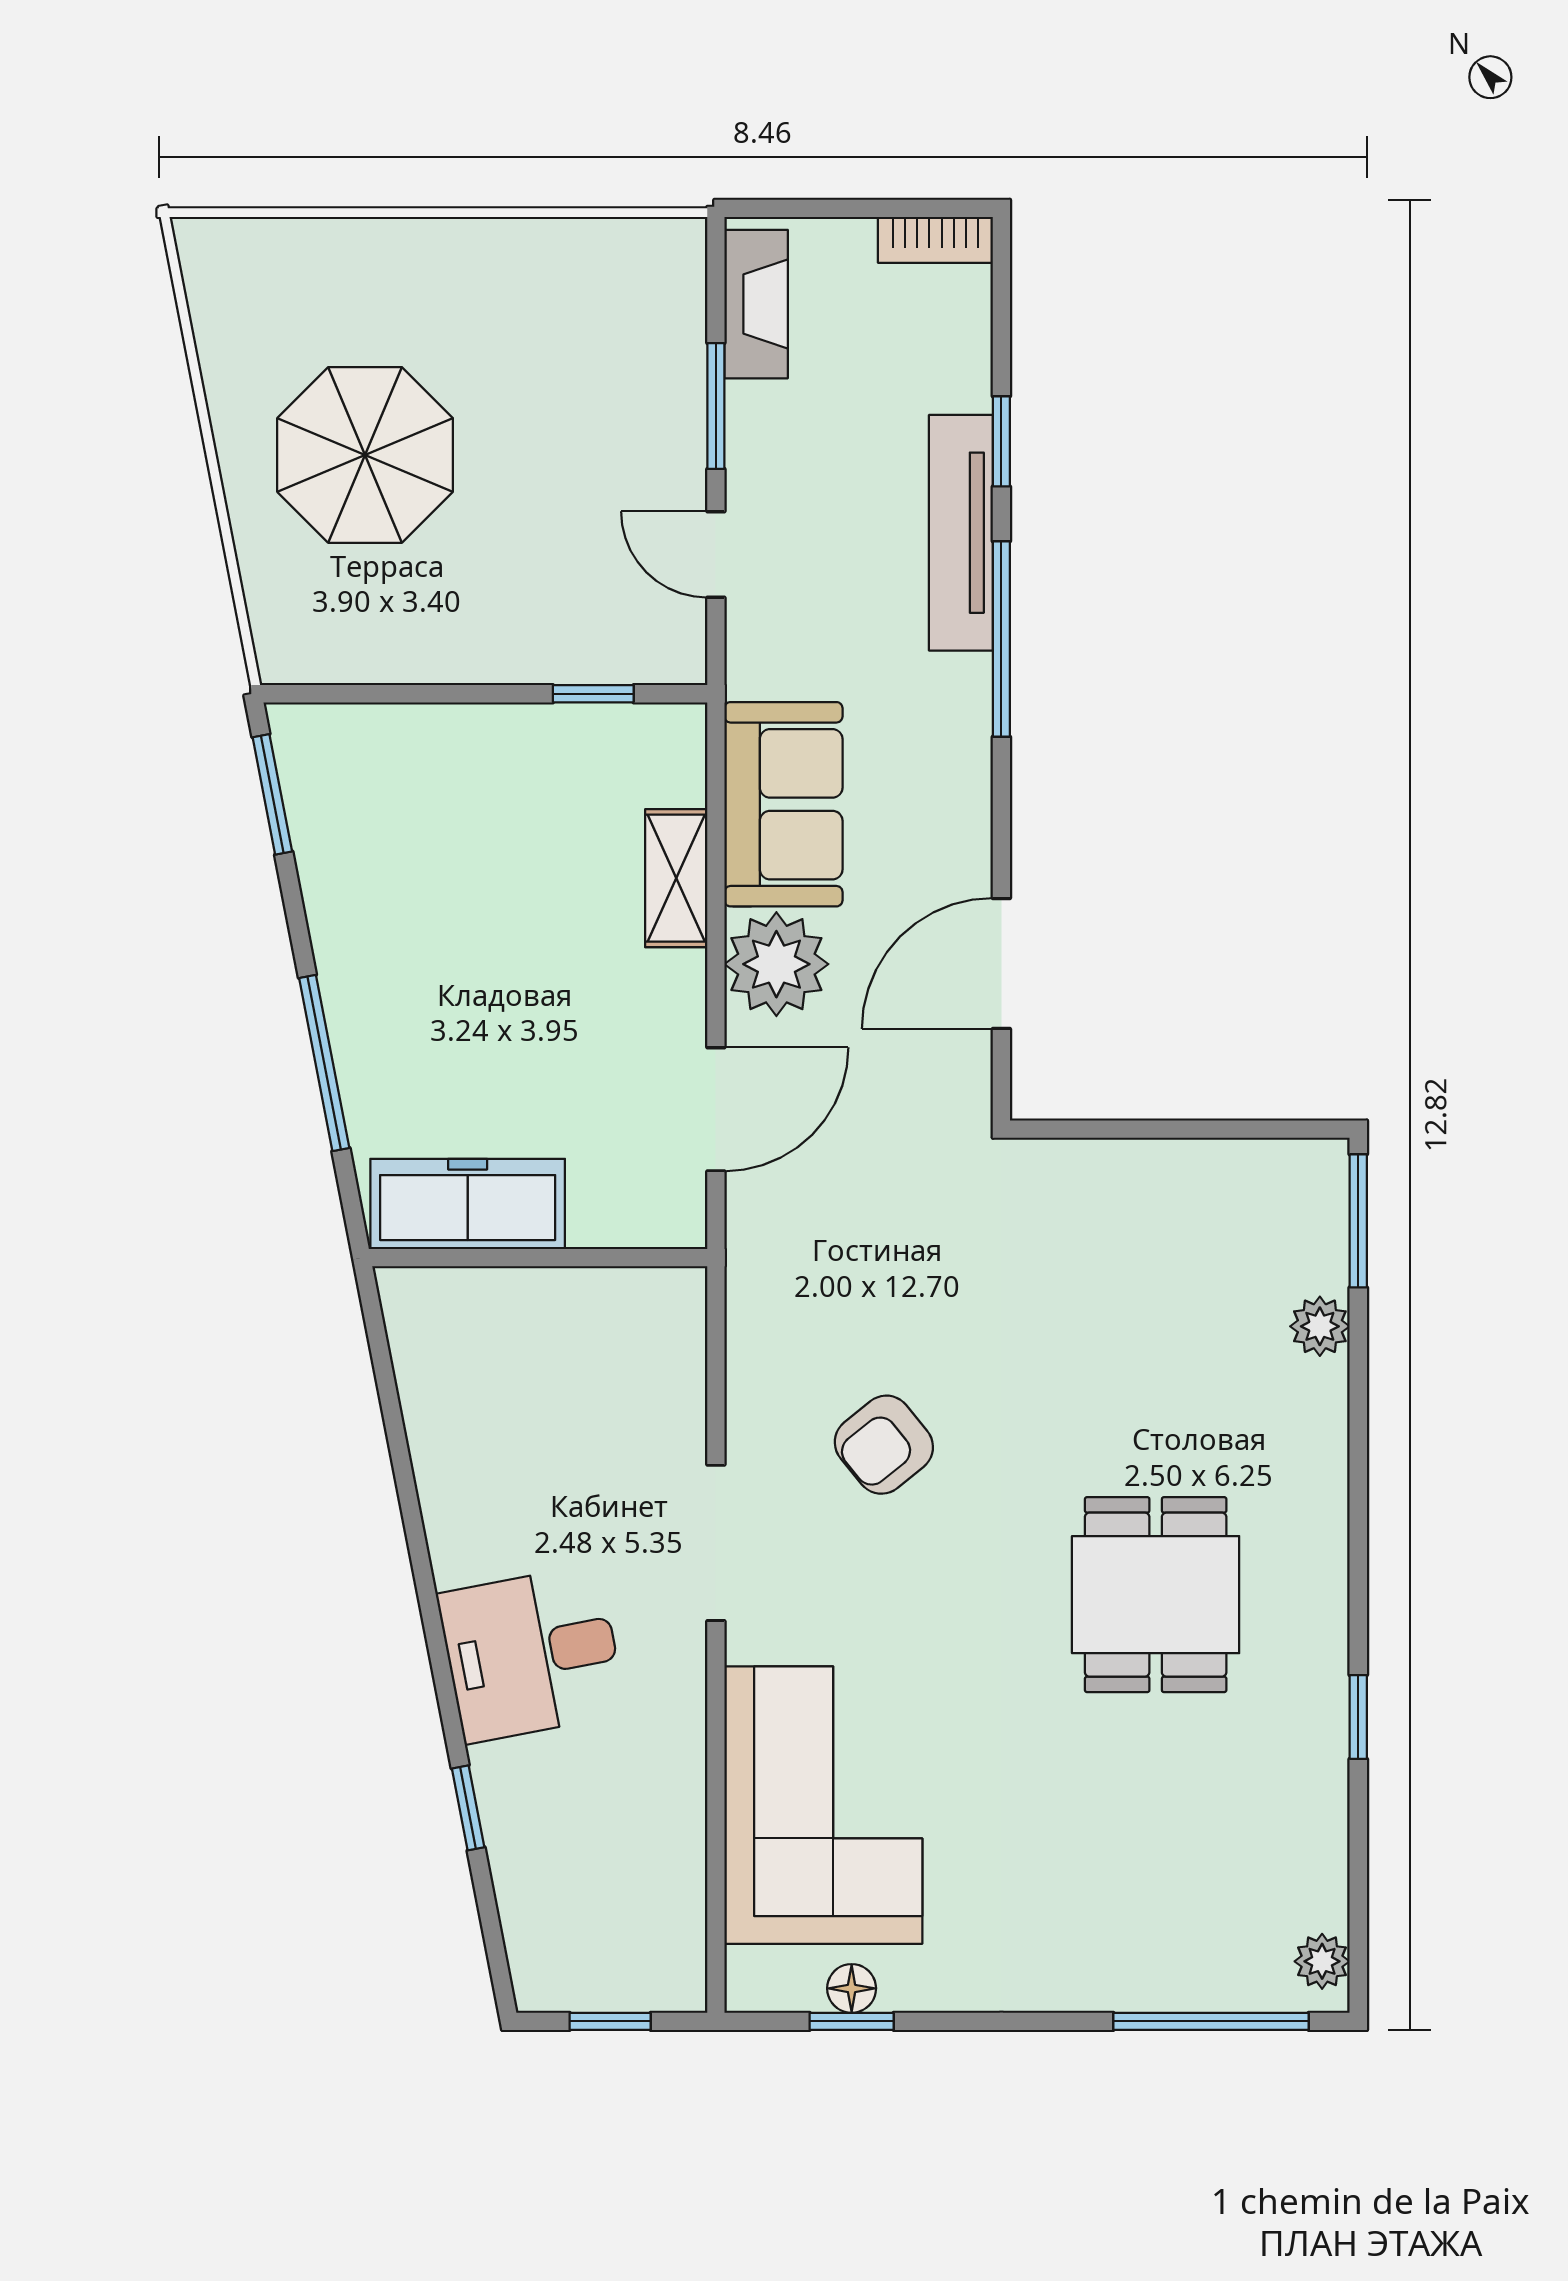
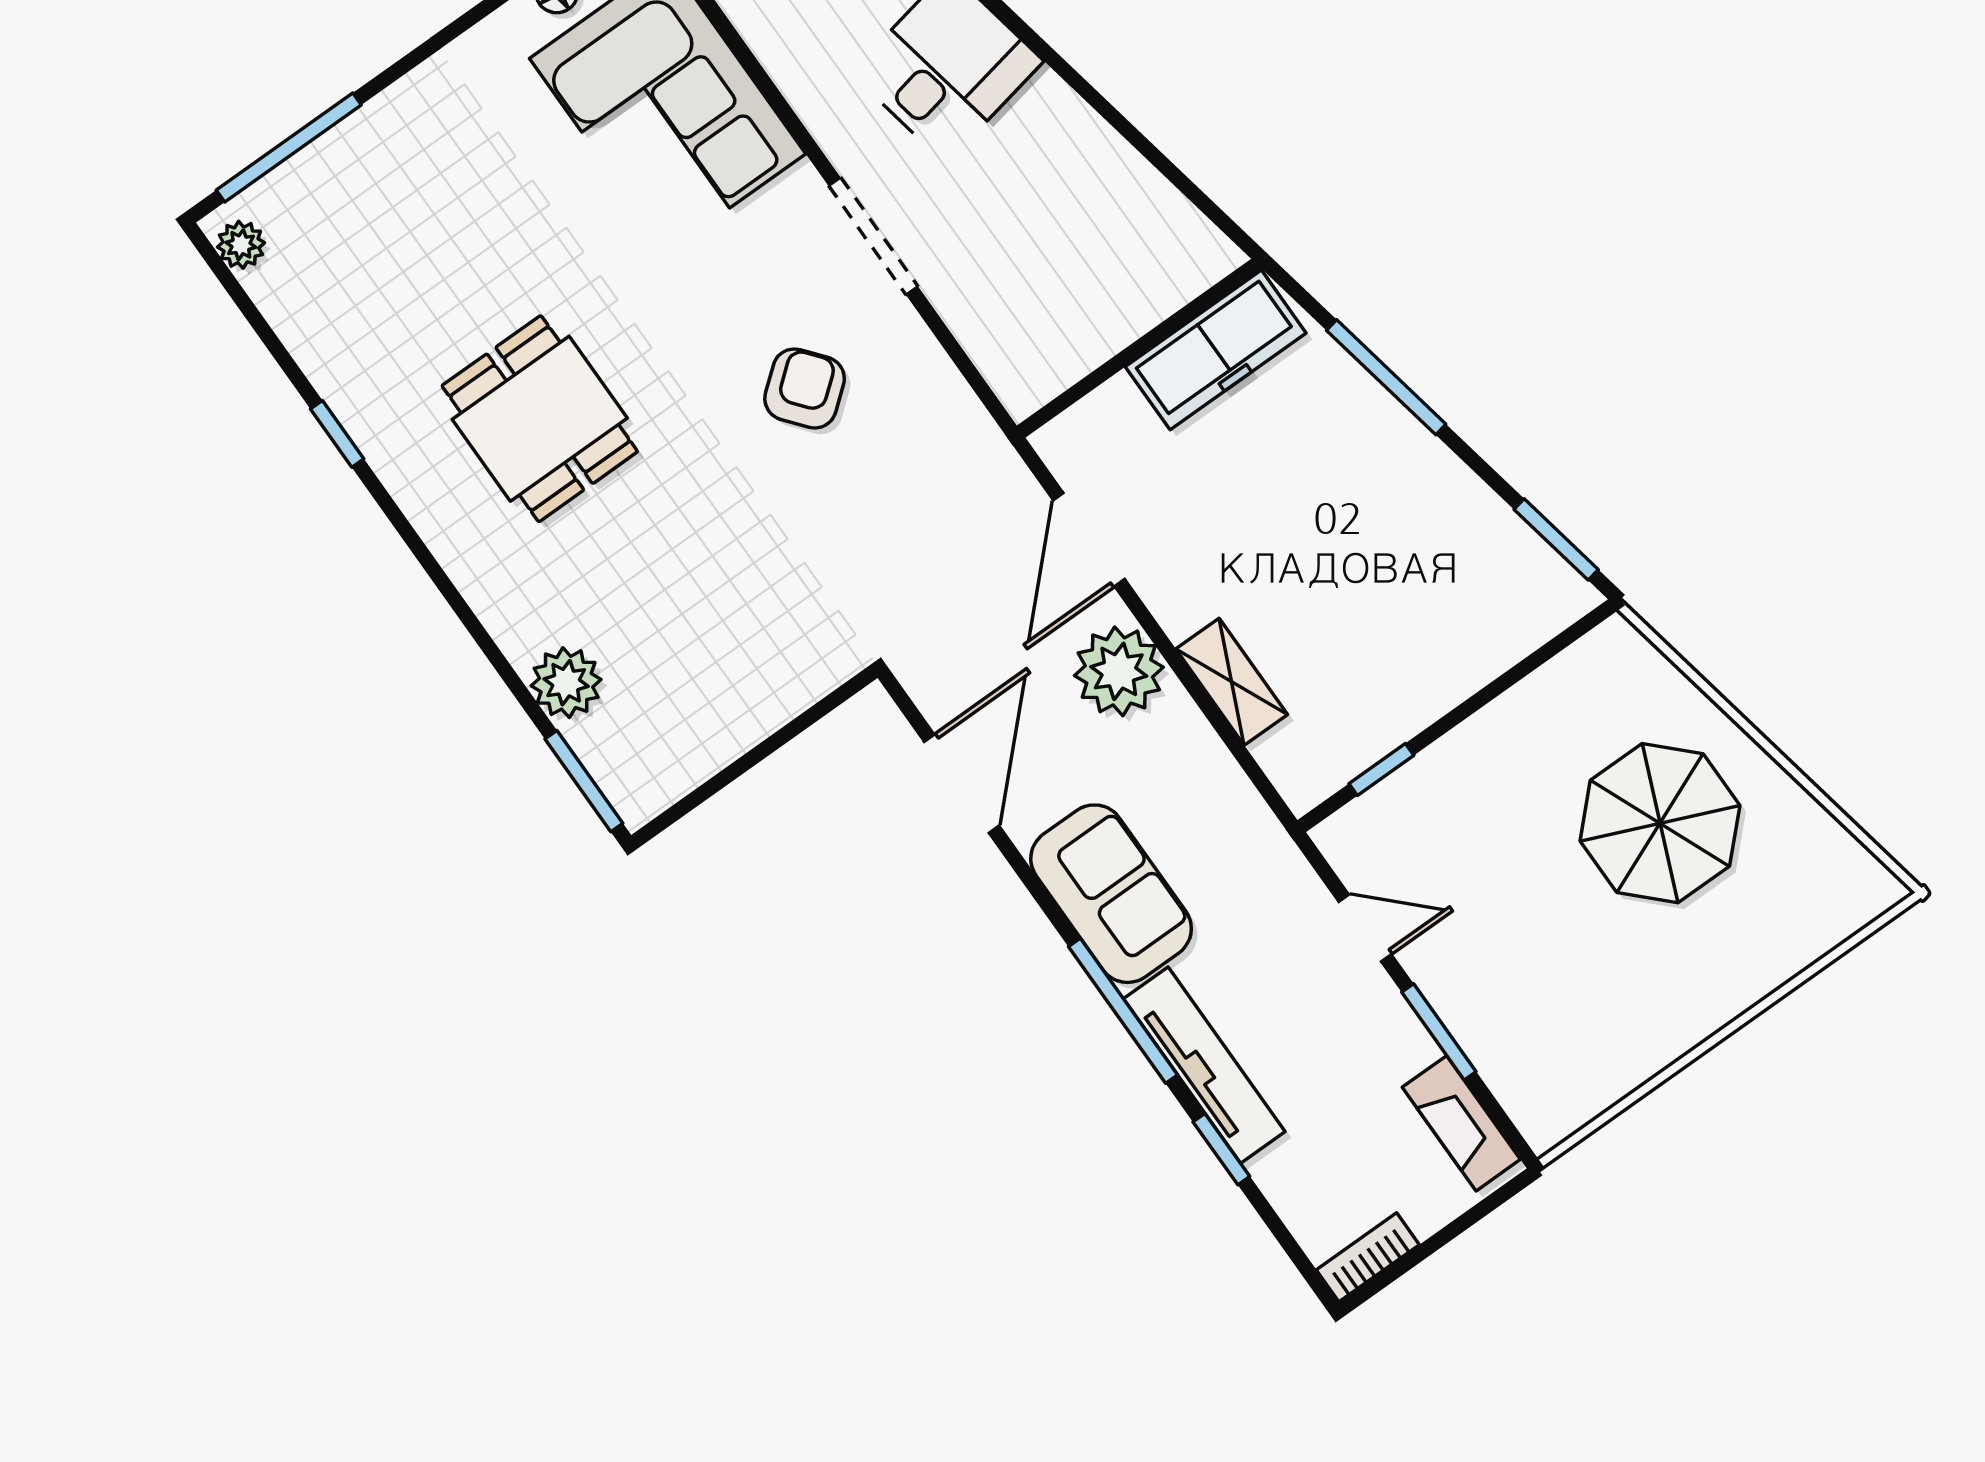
sofa: (783, 804) -> (1111, 894), moved, turned 180
plant: (1320, 1326) -> (566, 683), width x1.38, depth x1.38

